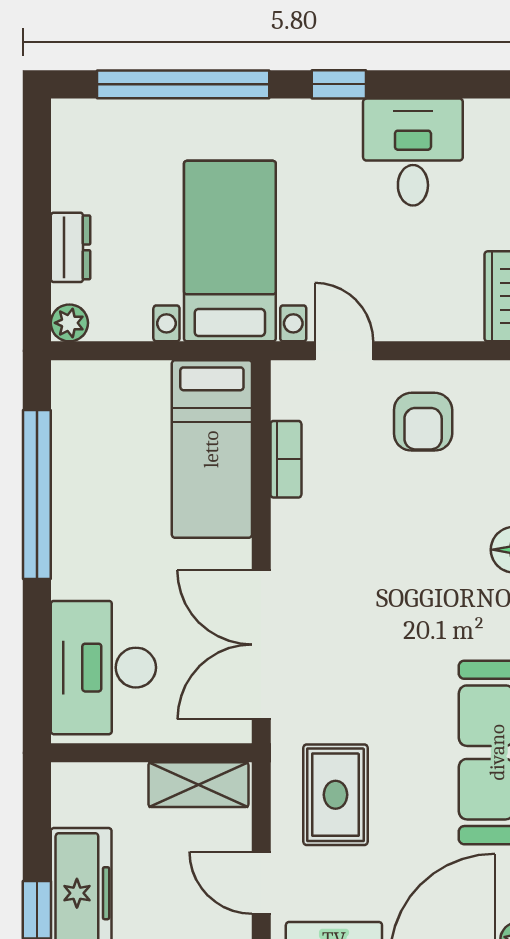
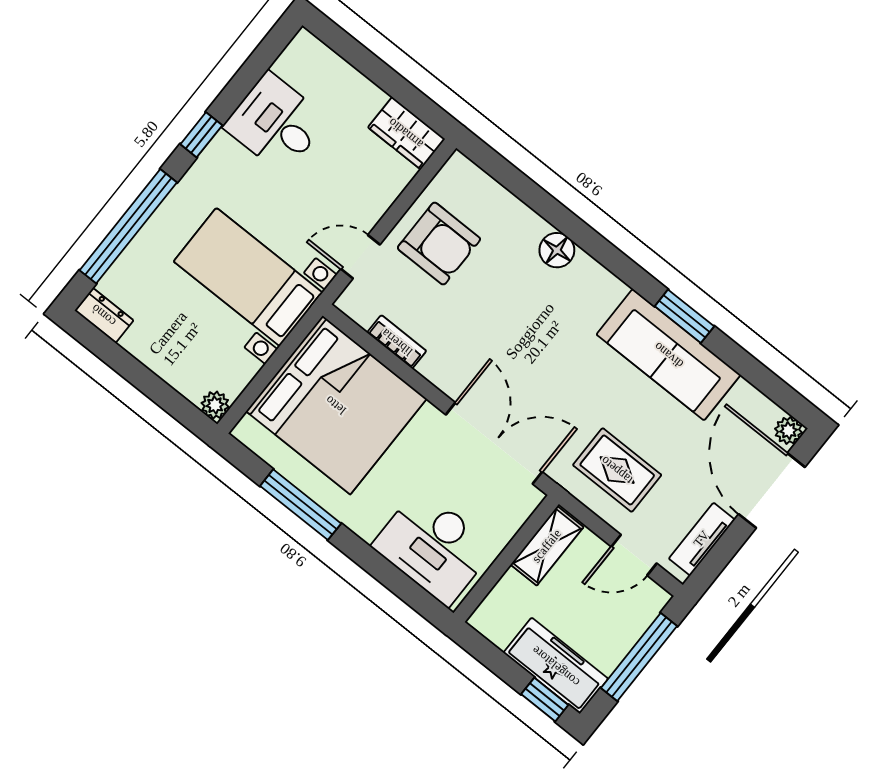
dresser: (70, 247) -> (104, 315), moved
armchair: (423, 422) -> (439, 244), width x1.38, depth x1.38
bed: (212, 449) -> (336, 405), width x2.04
window: (37, 494) -> (301, 505), width x0.68
double door: (261, 645) -> (494, 443), swing flipped

